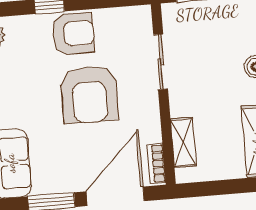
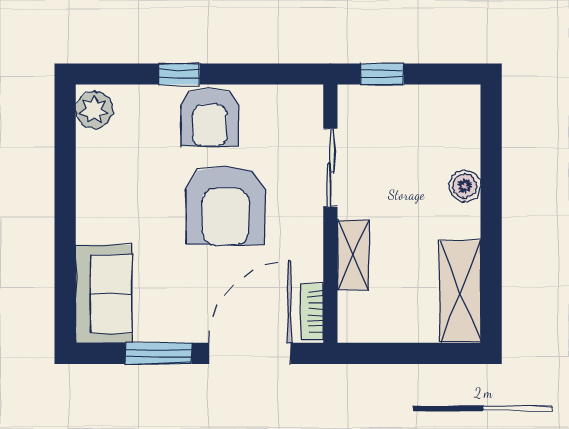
armchair: (73, 34) -> (210, 117), turned 90
shelving: (183, 142) -> (353, 255), moved

